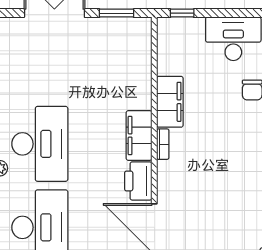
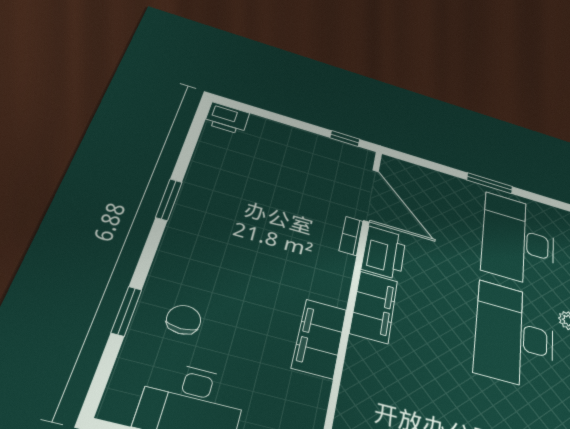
bookcase: (163, 144) -> (351, 236), moved

